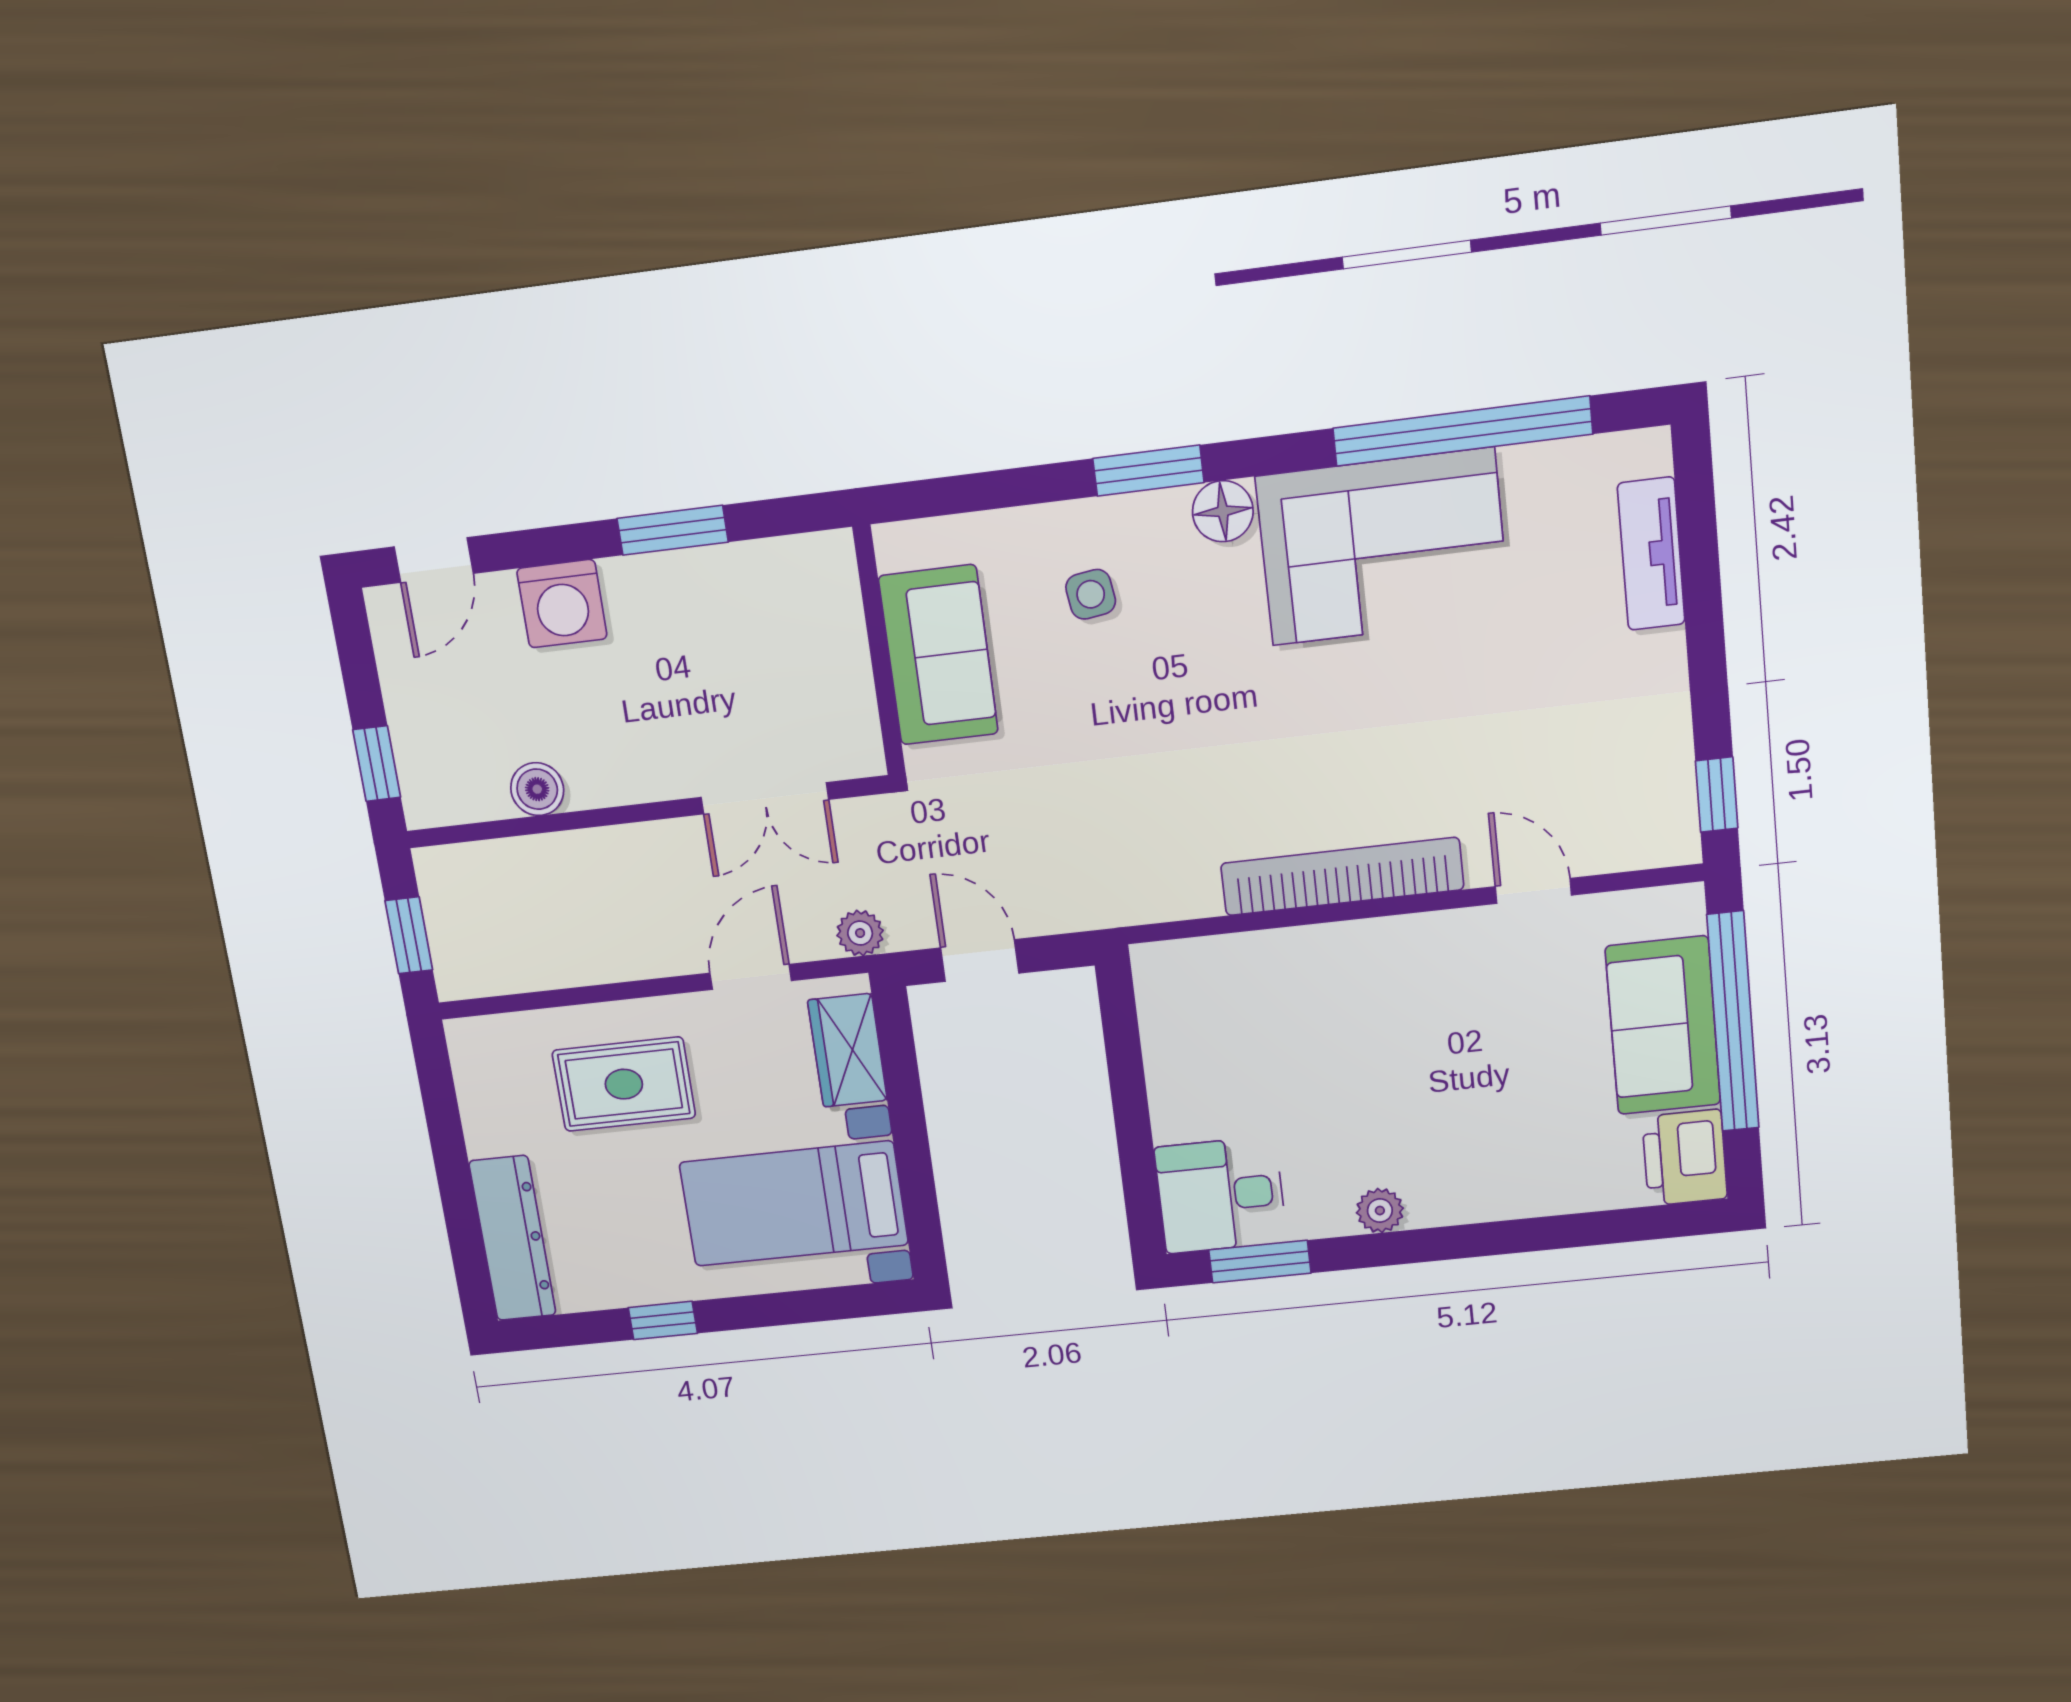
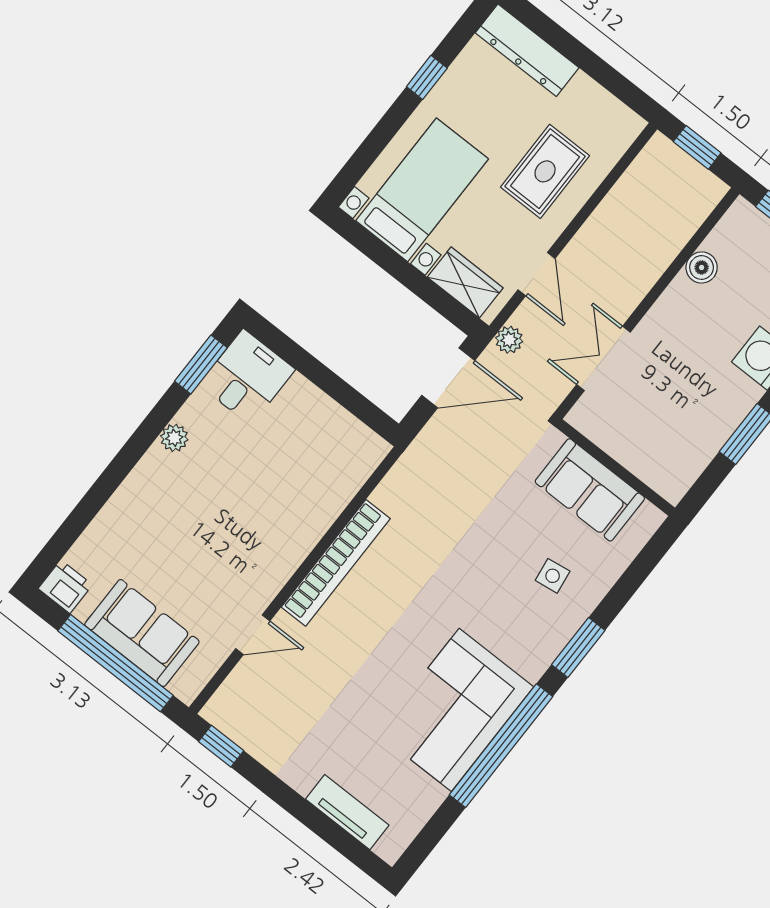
window: (1463, 431) -> (501, 746), moved
floor lamp: (1223, 511) -> (533, 661), removed
door: (980, 961) -> (448, 378), width x1.38
printer: (1685, 1158) -> (65, 587), width x0.73, depth x0.81

